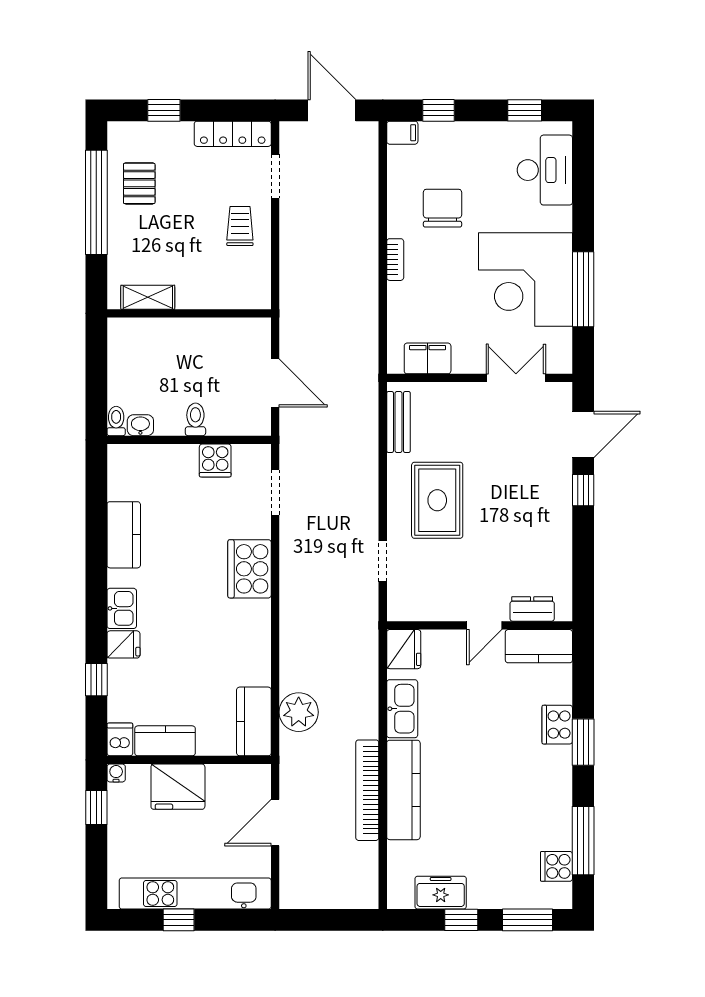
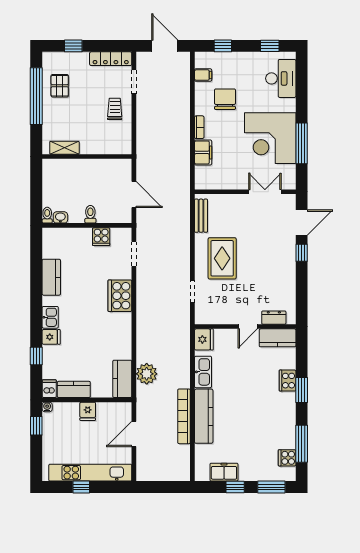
filing cabinet: (402, 133) -> (203, 75), moved
filing cabinet: (428, 358) -> (203, 152), moved, turned 90
fridge: (178, 787) -> (88, 411), width x0.53, depth x0.75

